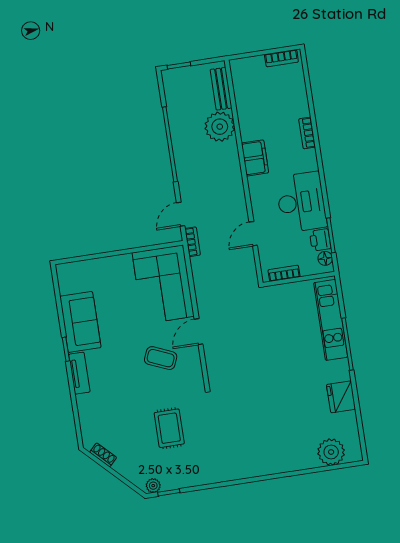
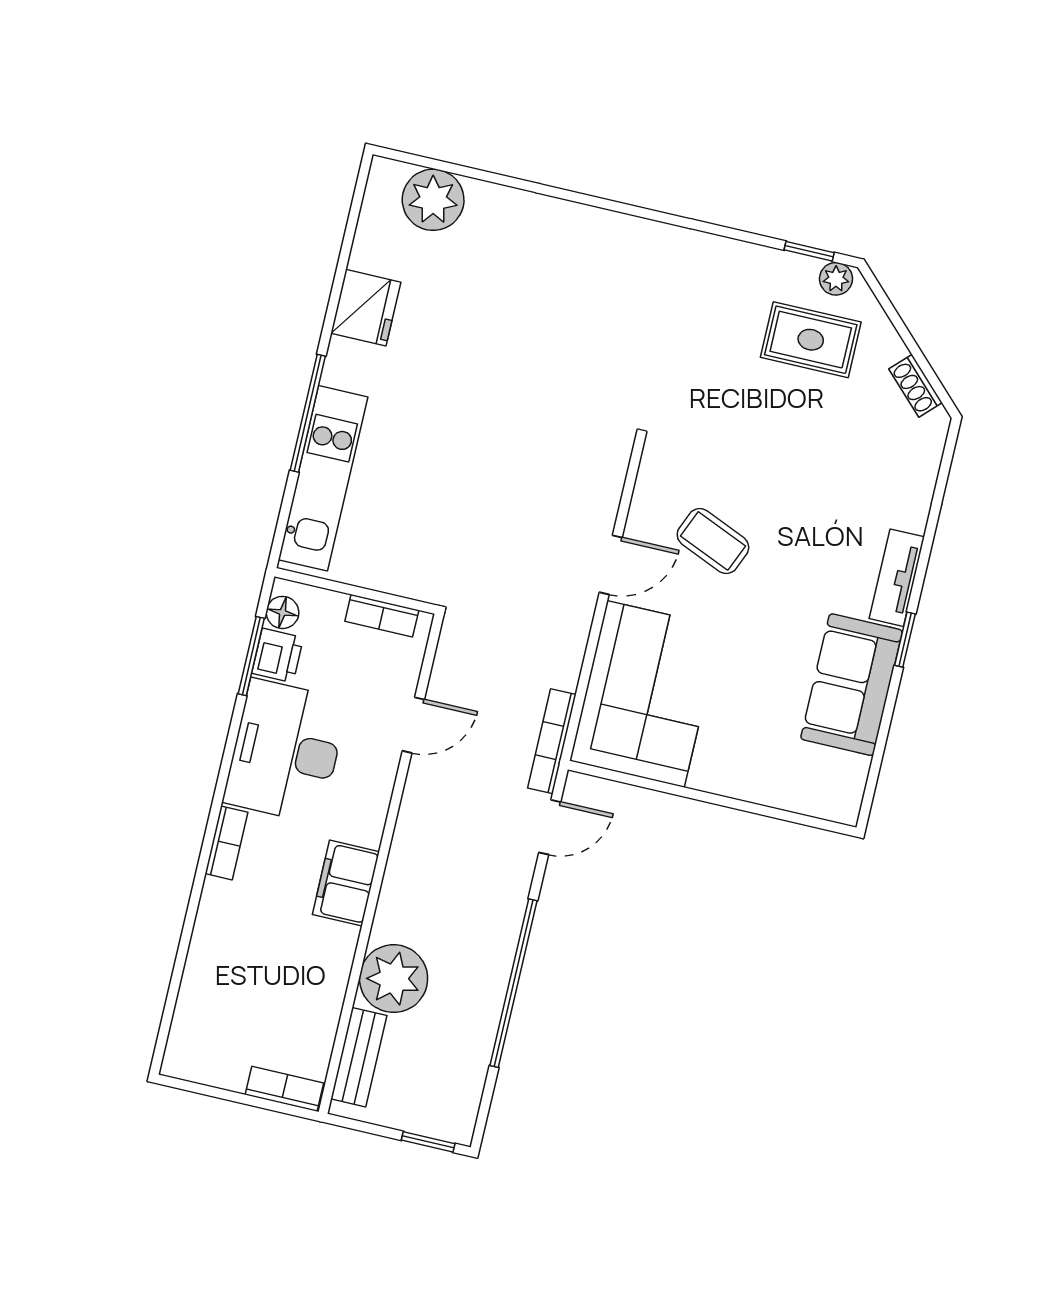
bookcase: (281, 58) -> (284, 1089), moved
bookcase: (307, 133) -> (227, 843), moved
bookcase: (193, 242) -> (552, 741), width x1.56
rug: (169, 428) -> (811, 340), moved, turned 90

